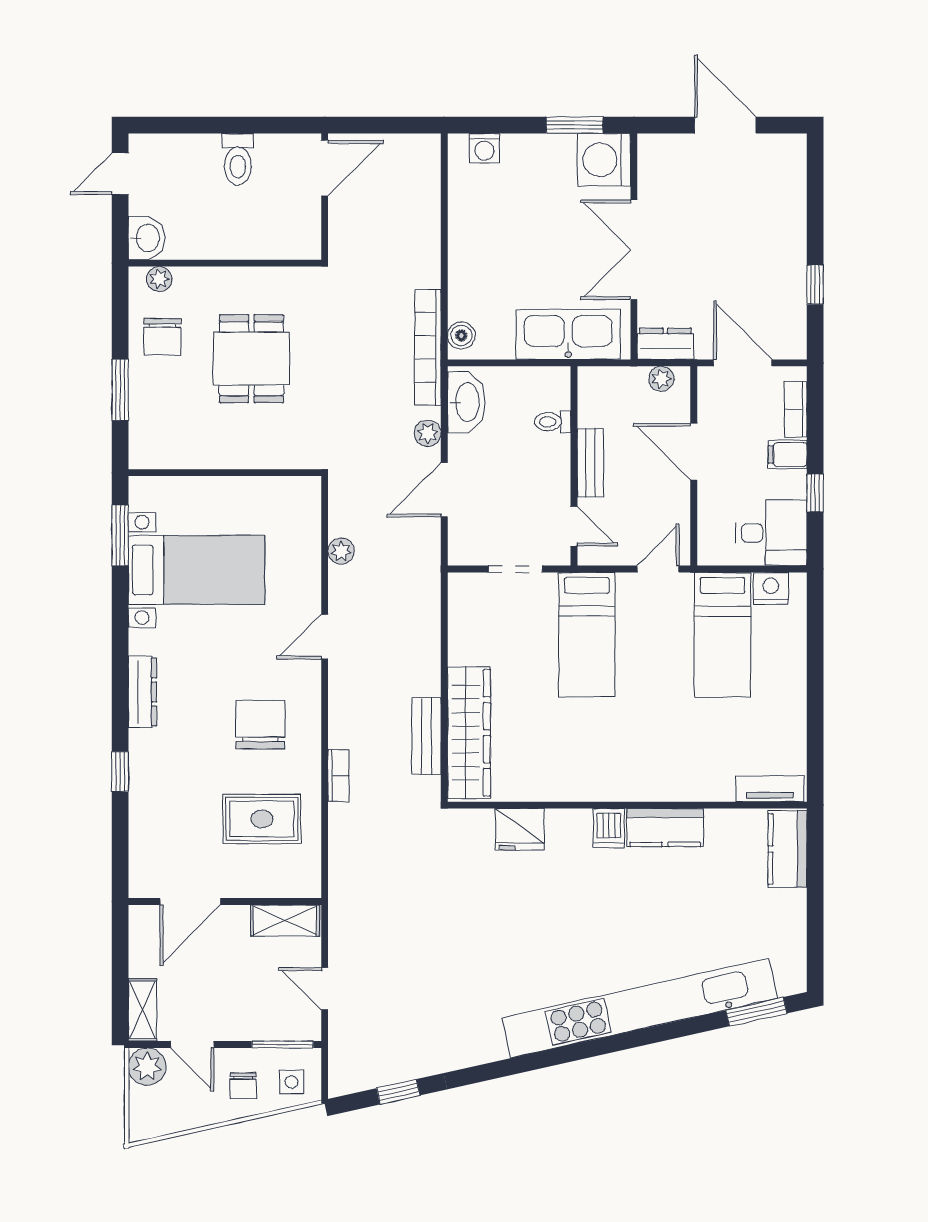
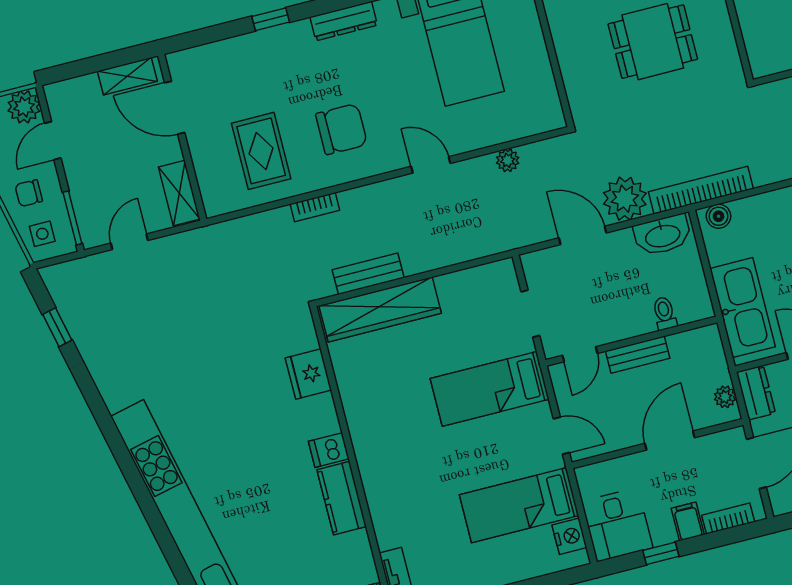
plant: (428, 433) -> (625, 199), width x1.88, depth x1.88
shelving: (143, 1010) -> (127, 76), moved

